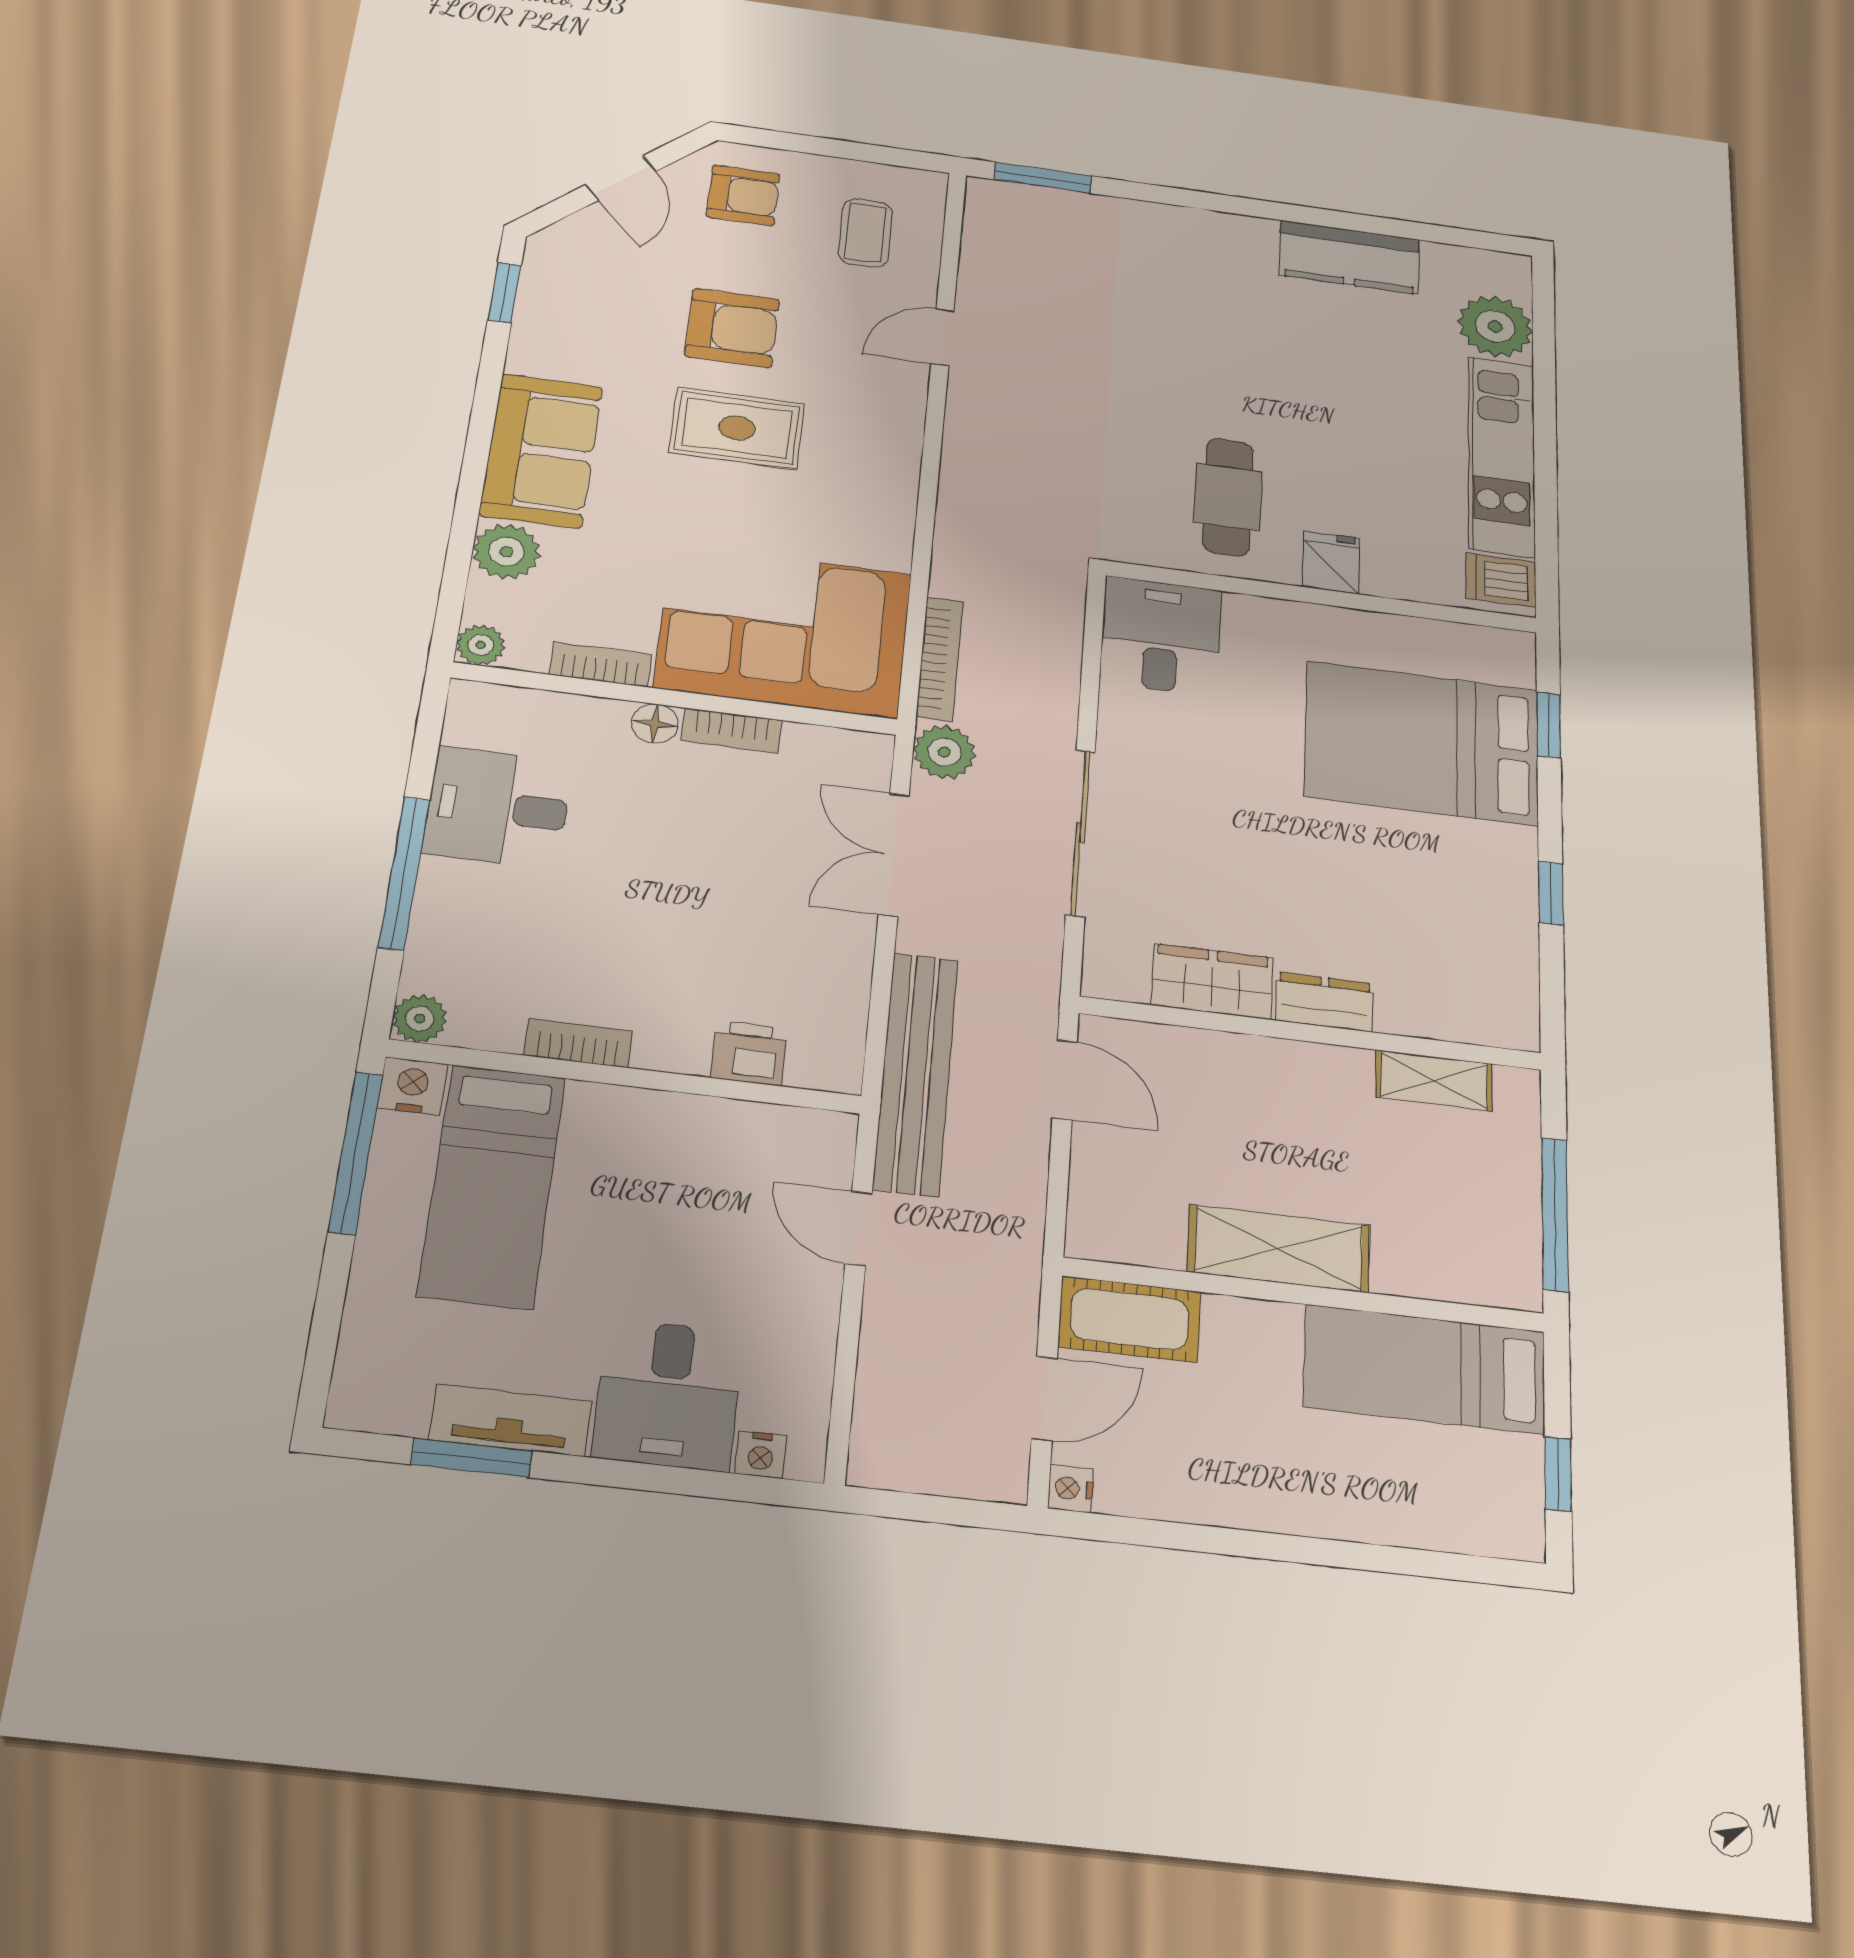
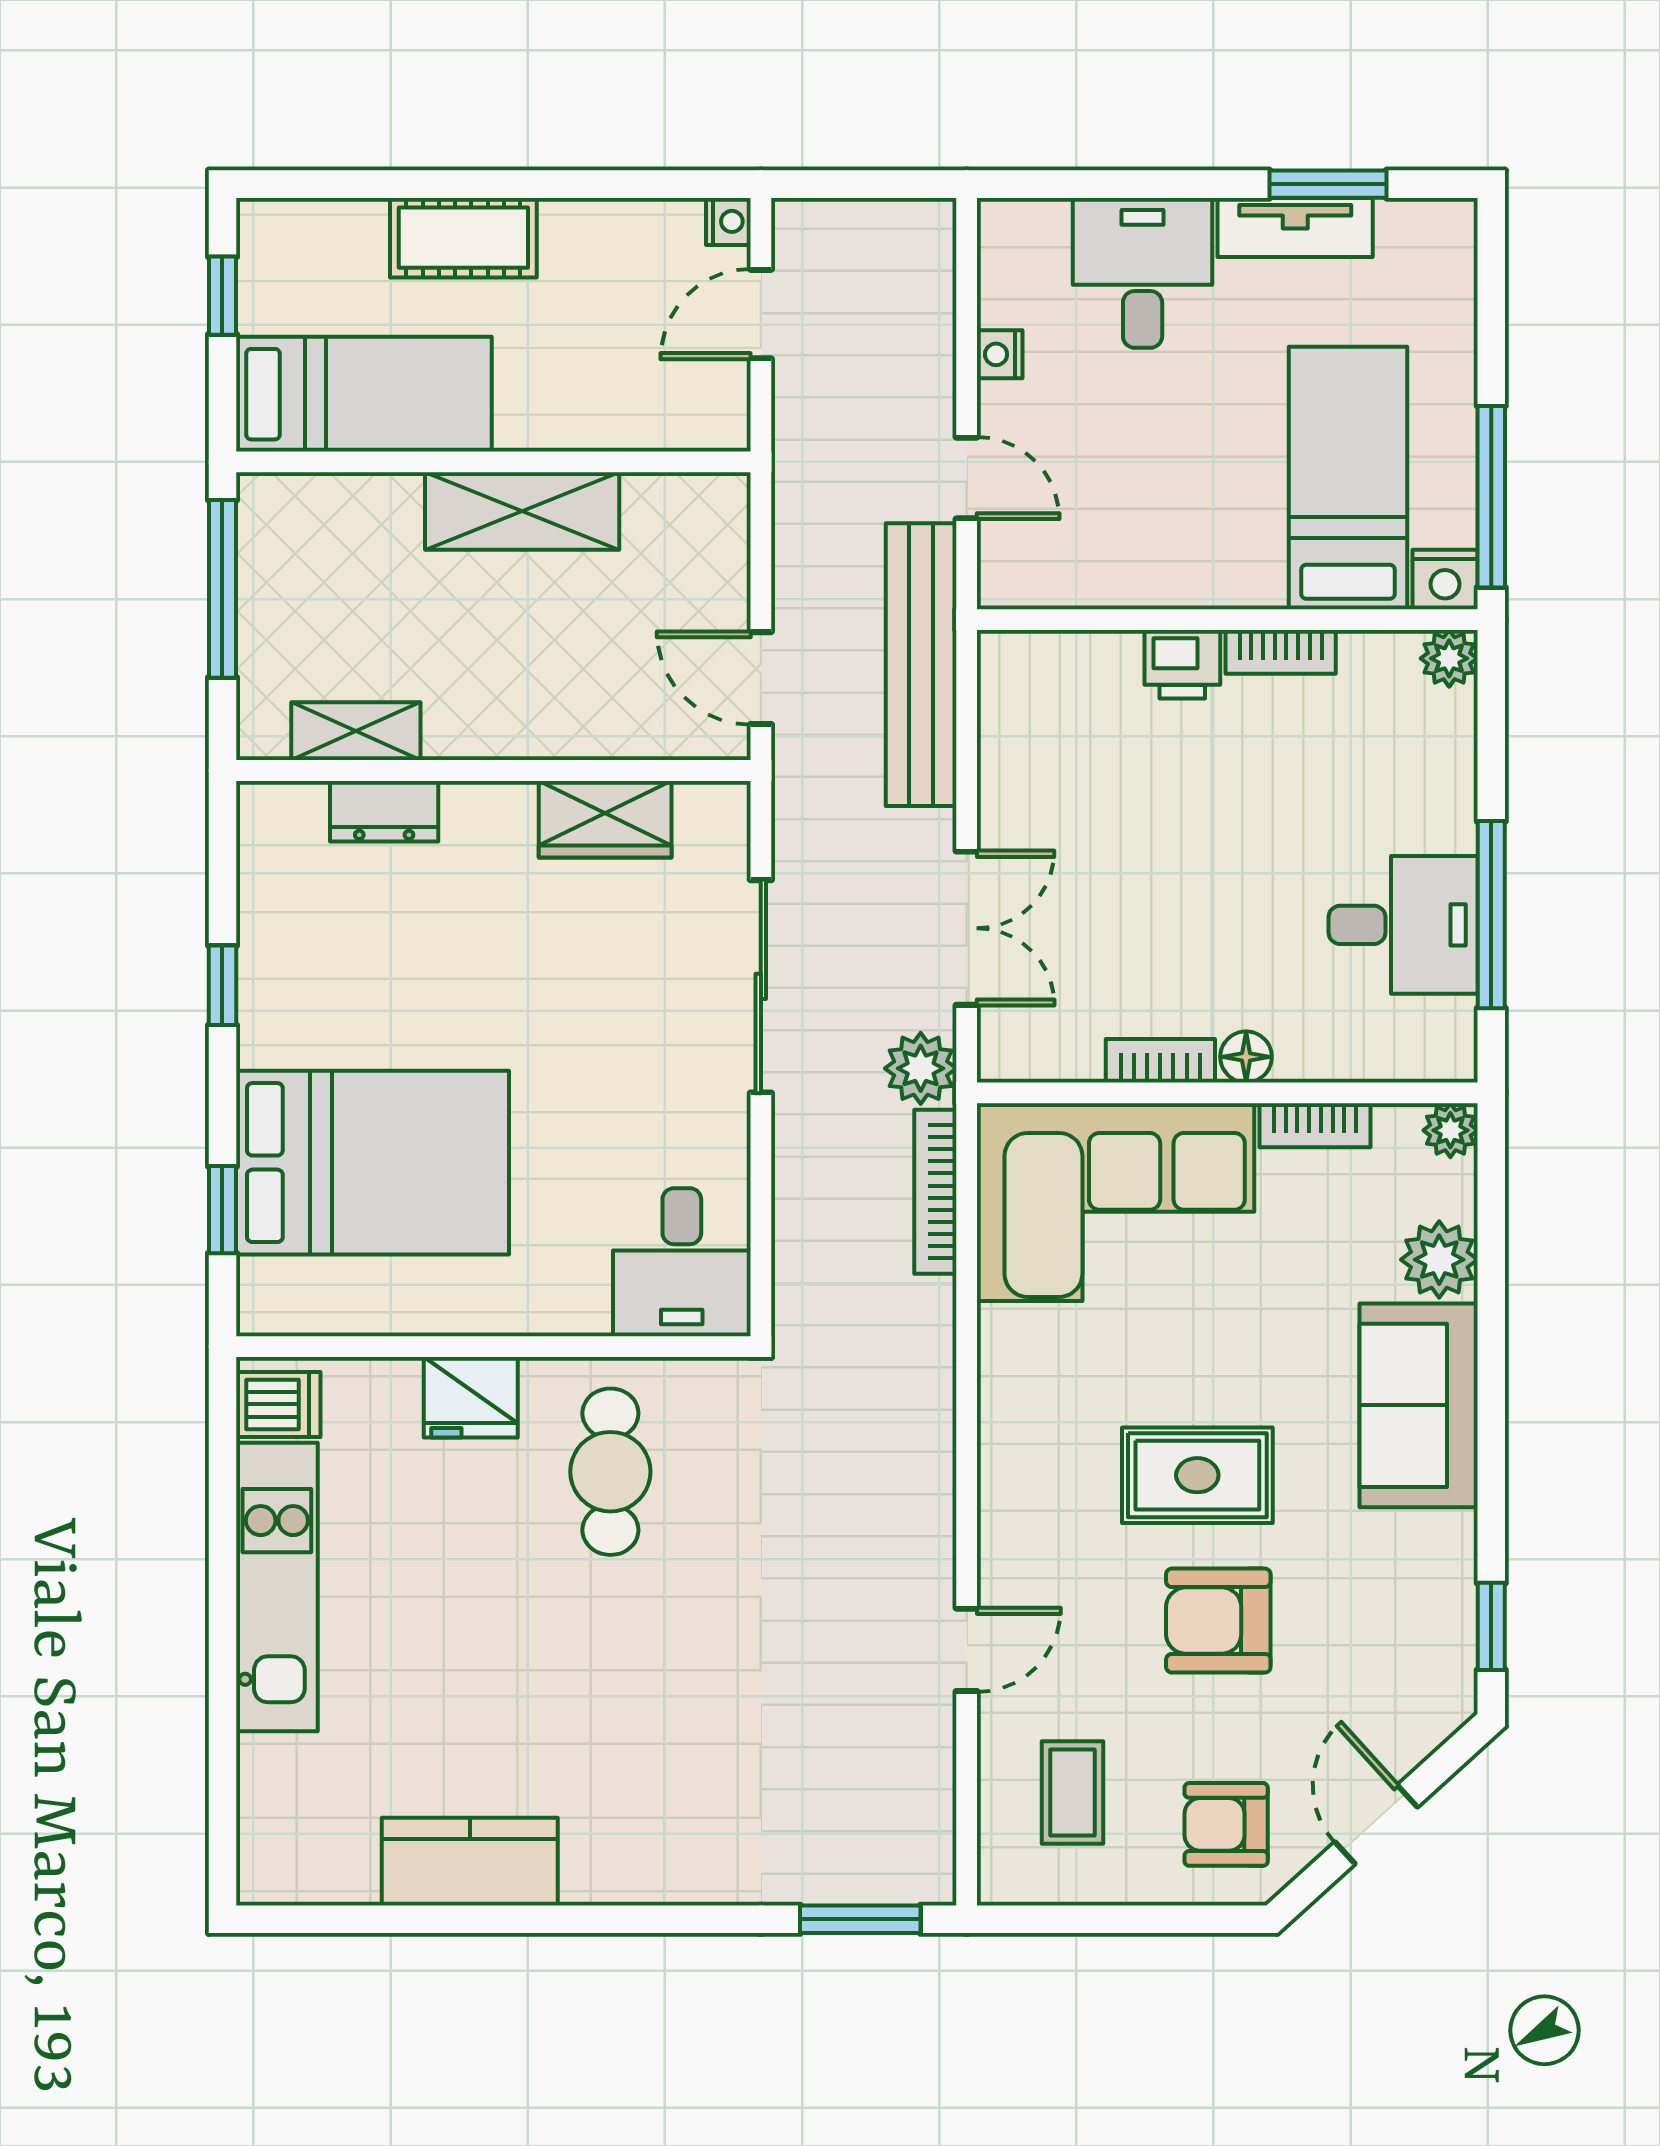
plant: (1495, 326) -> (284, 1785), removed
fridge: (1331, 562) -> (471, 1397), width x1.38
window: (404, 873) -> (1491, 915), moved
dresser: (1325, 1002) -> (384, 811), moved
printer: (749, 1053) -> (1182, 664), moved
cot: (1129, 1319) -> (463, 238), moved
nightstand: (761, 1455) -> (1000, 354), moved, turned -90

